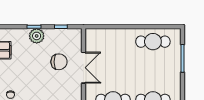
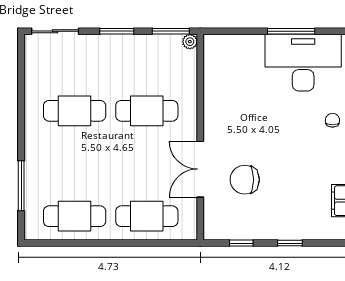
plant: (37, 36) -> (285, 226), removed
cafe table: (113, 42) -> (147, 216), added

